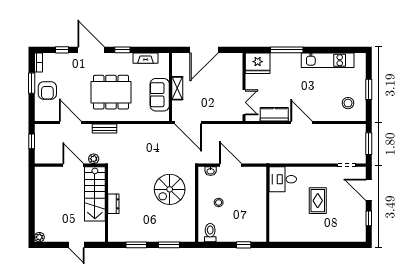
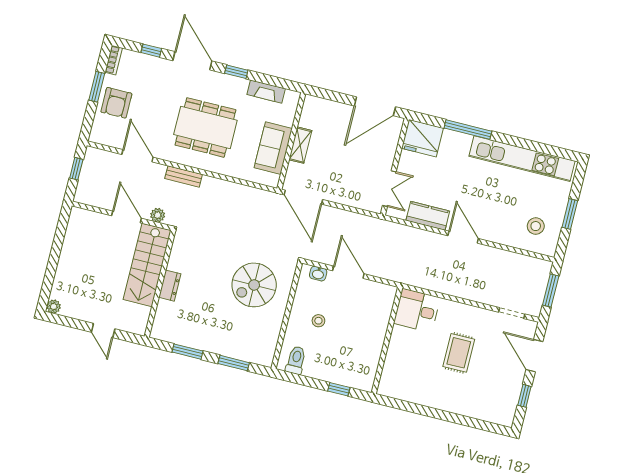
door: (204, 50) -> (375, 106), moved
kitchen unit: (328, 60) -> (522, 159), width x1.36

